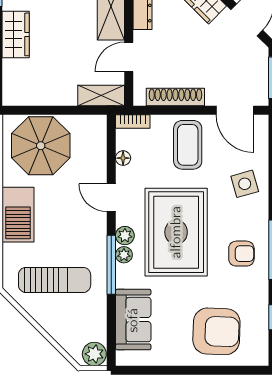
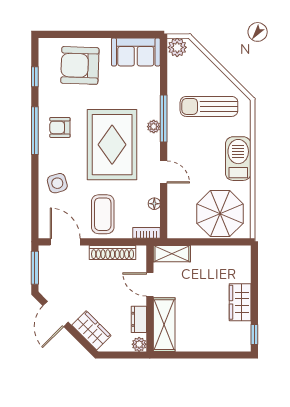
door: (129, 57) -> (150, 284), swing flipped
plant: (125, 236) -> (153, 142), removed
sofa: (133, 320) -> (136, 52), moved, turned -90

